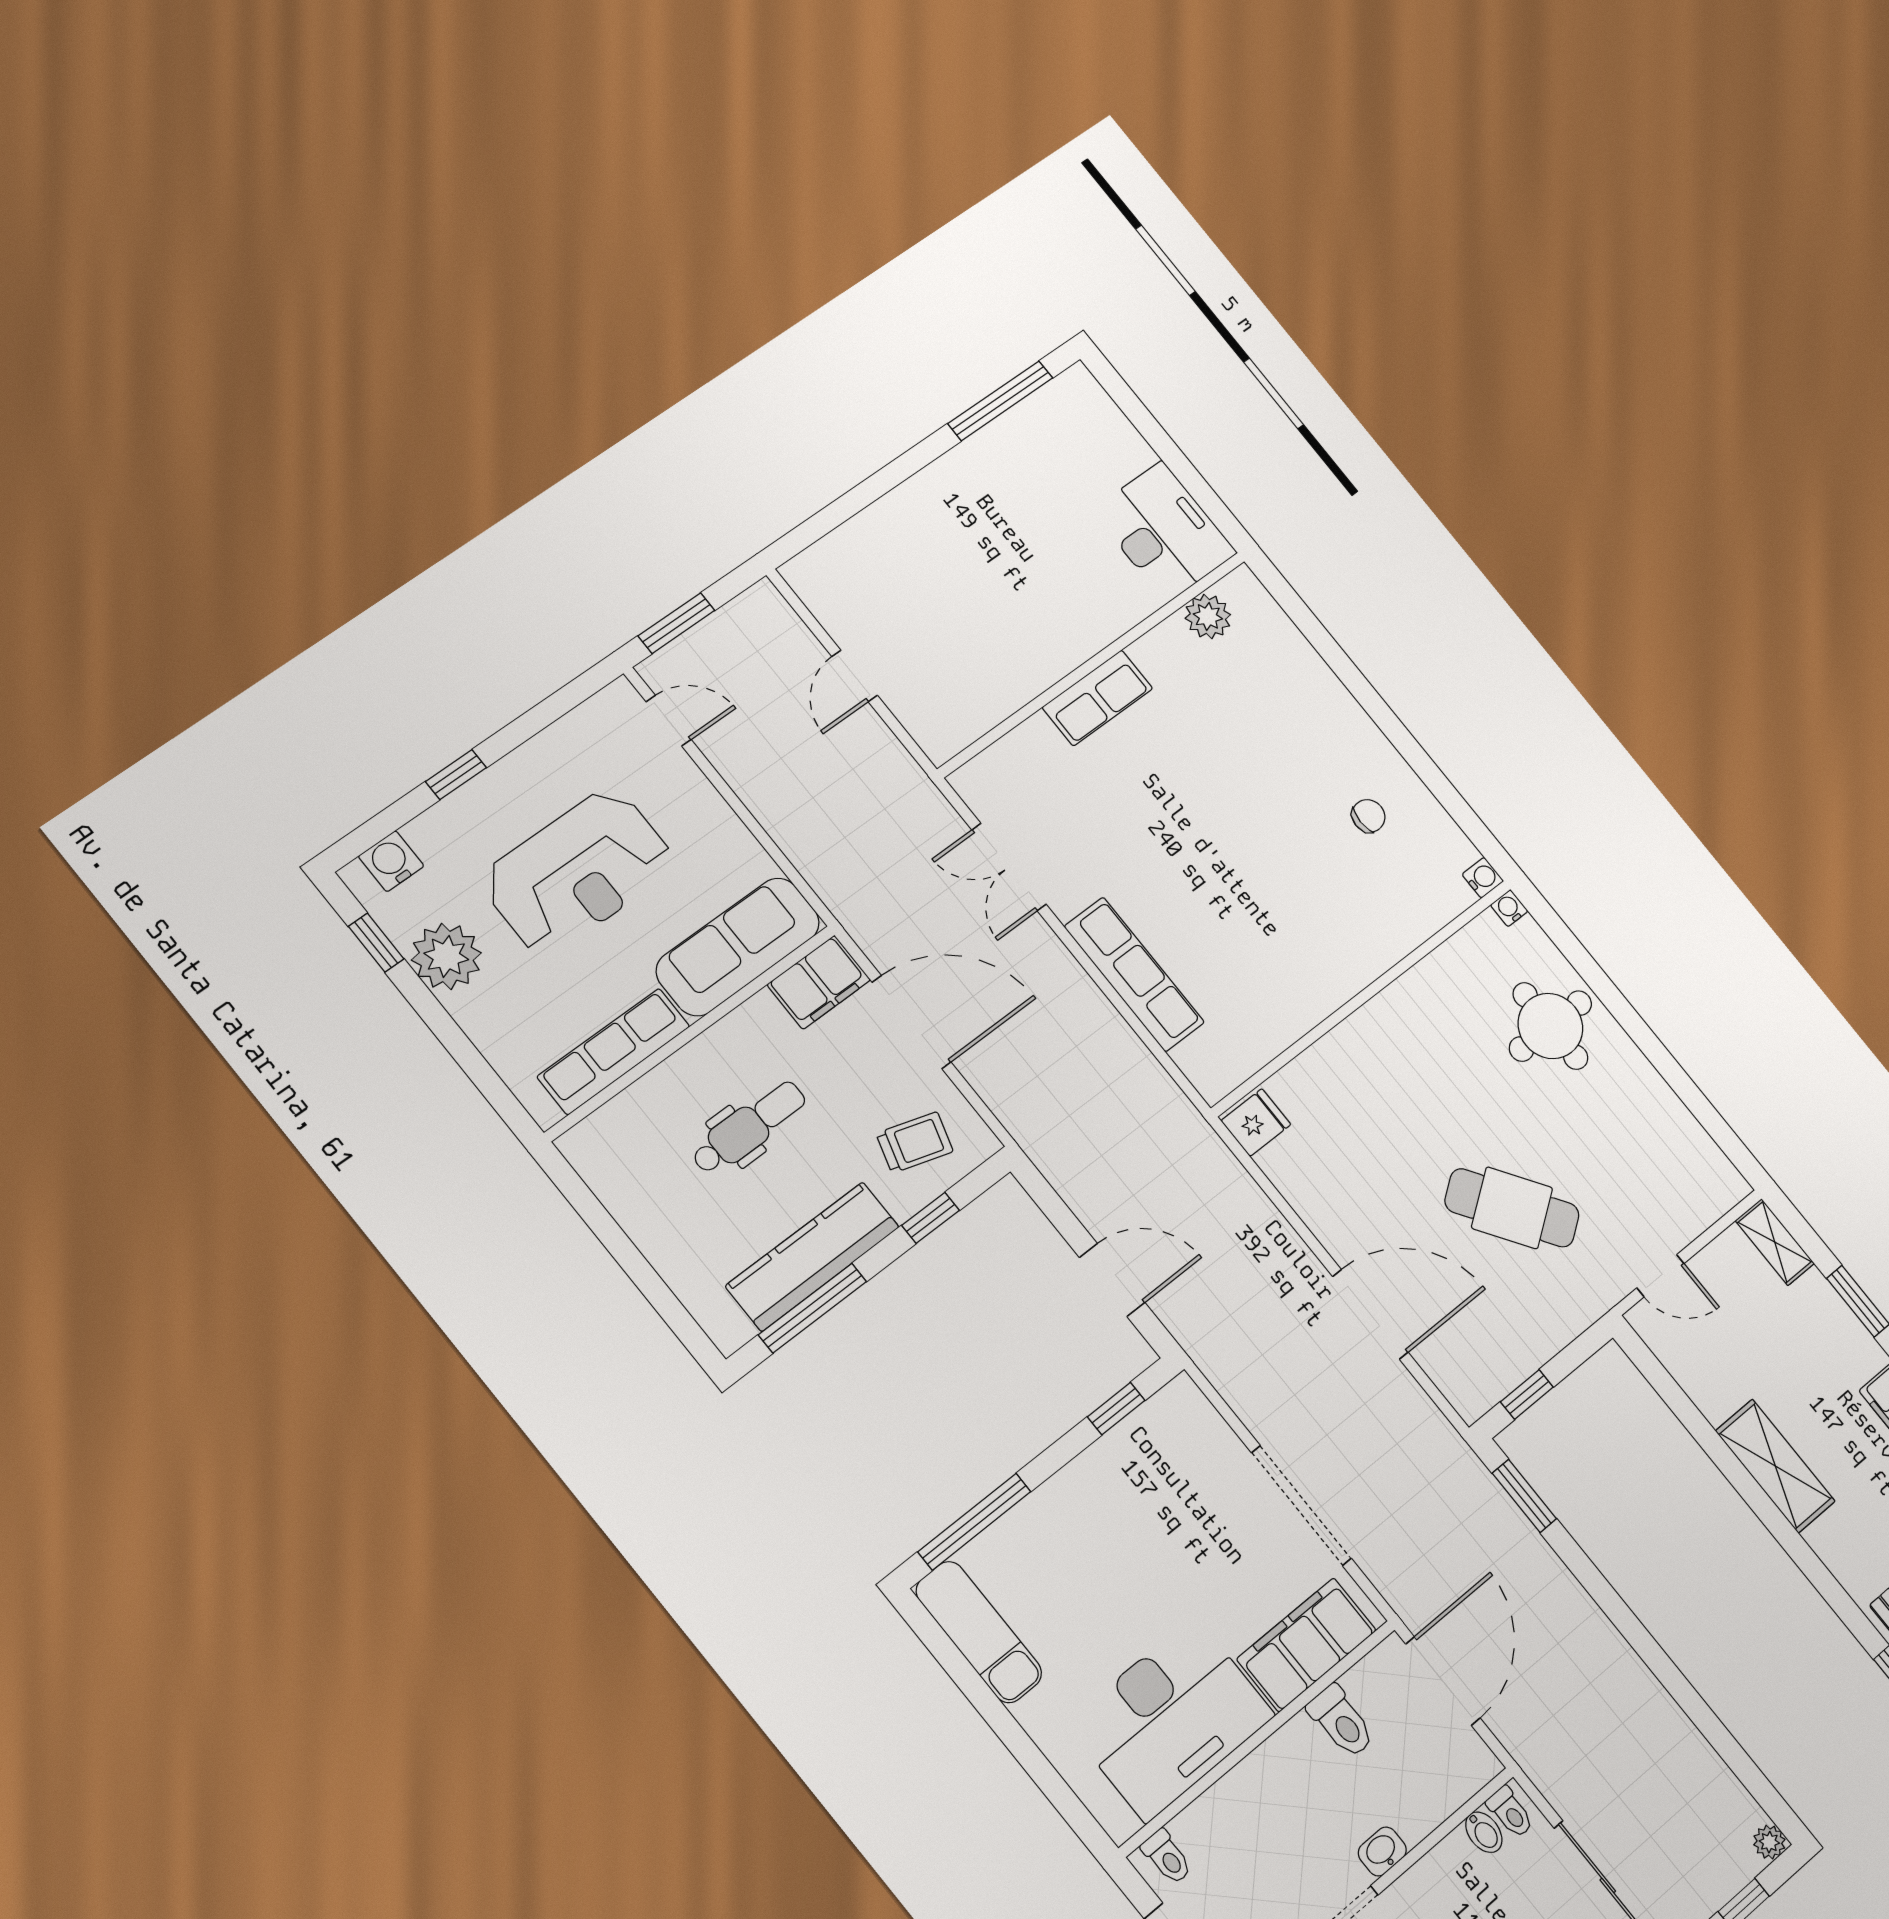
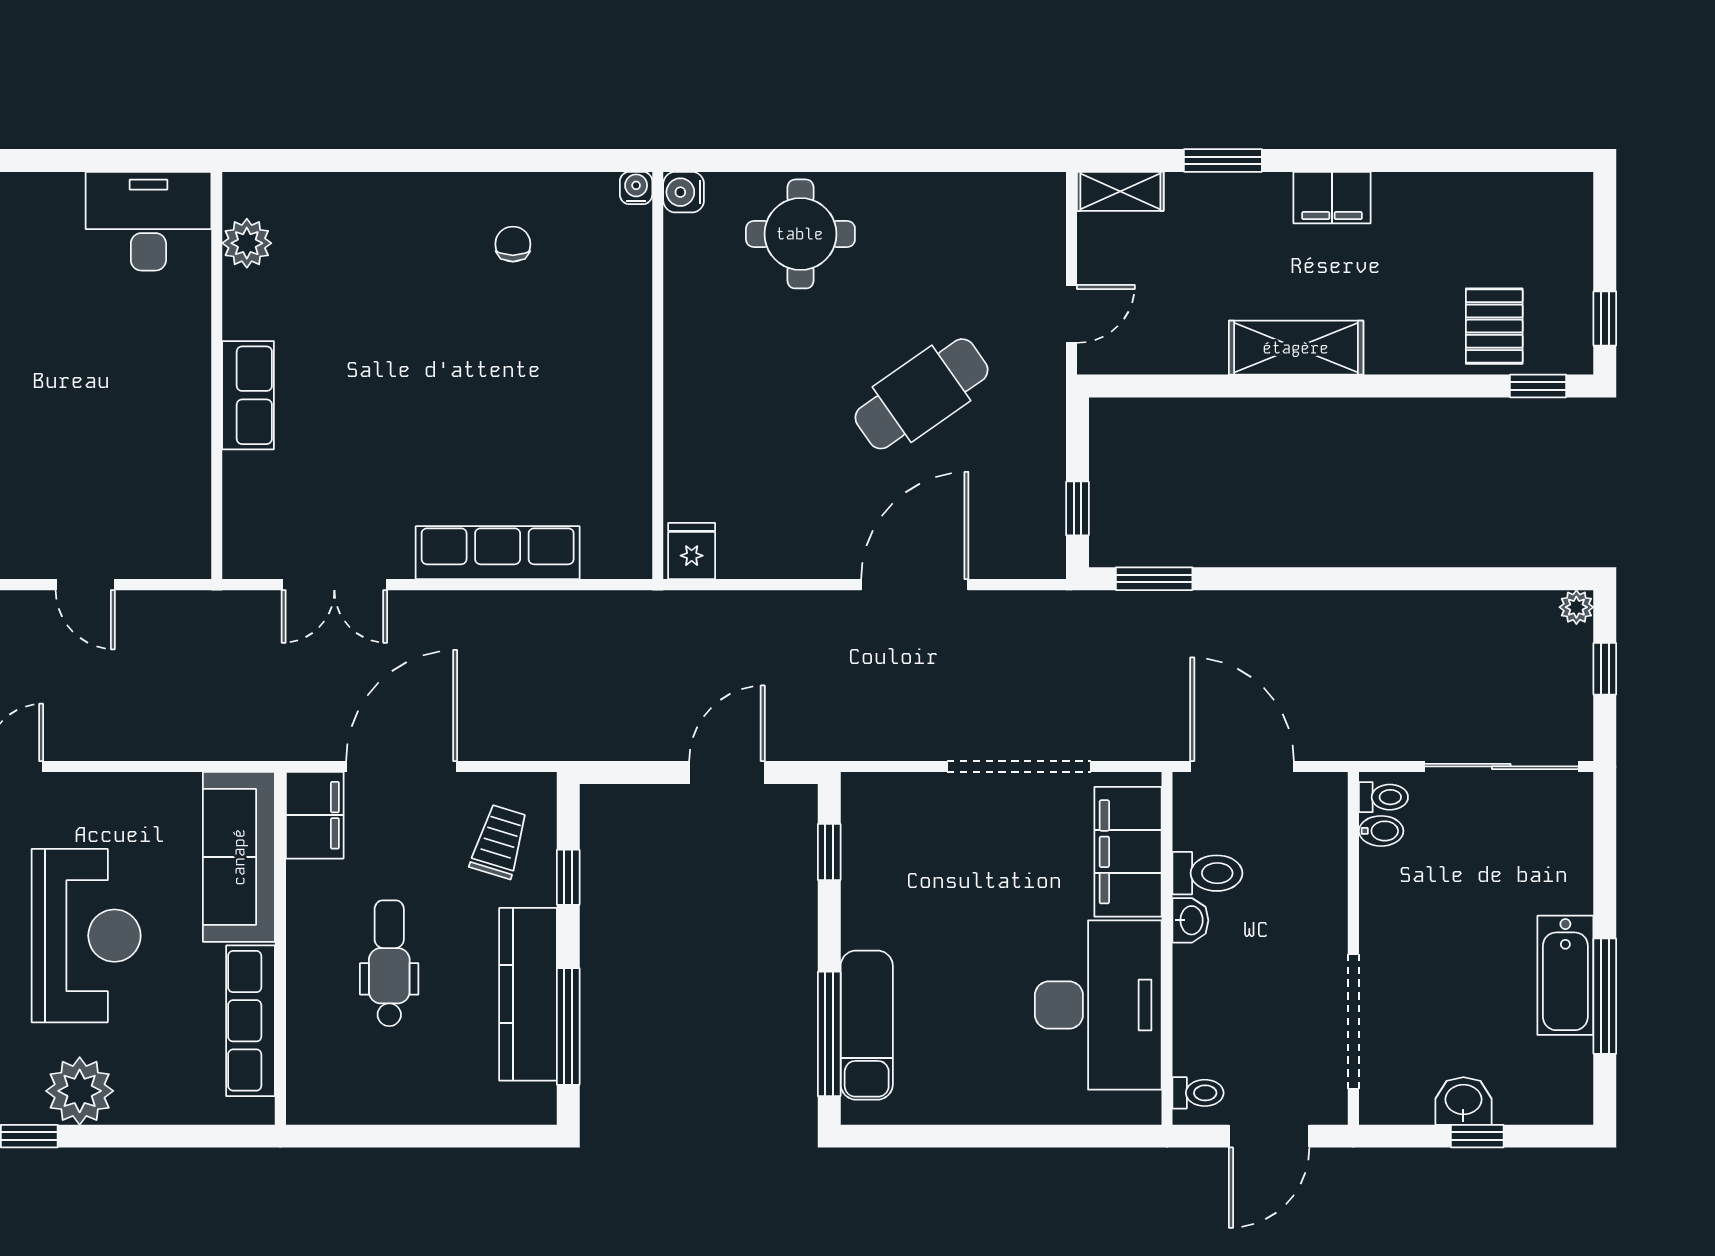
water cooler: (1509, 908) -> (684, 192), width x1.38, depth x1.38
exam couch: (979, 1632) -> (867, 1025), moved, turned 90
washbasin: (1382, 1851) -> (1190, 920), moved, turned 180

